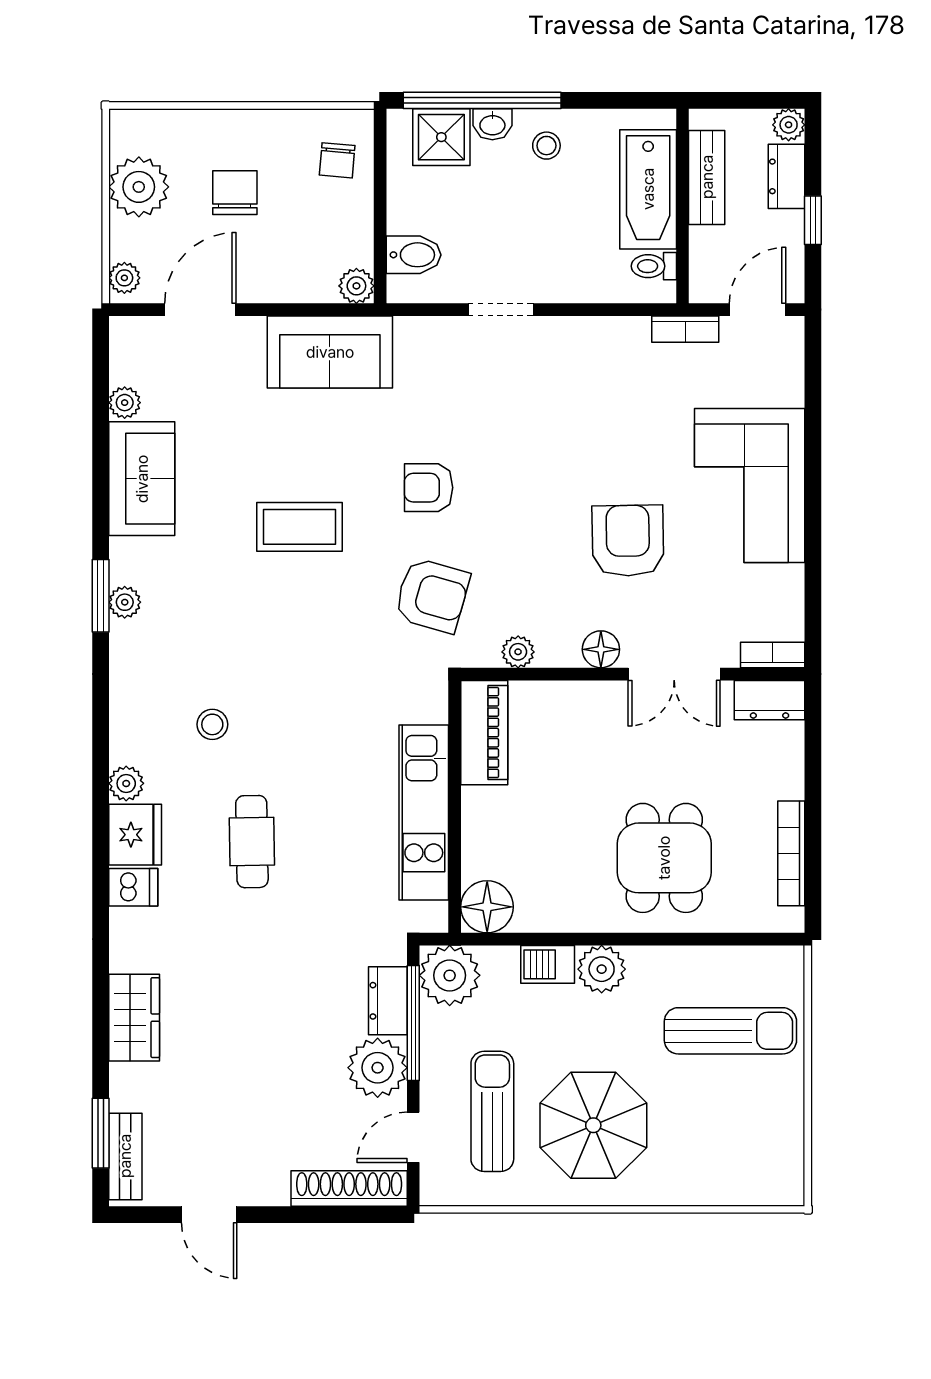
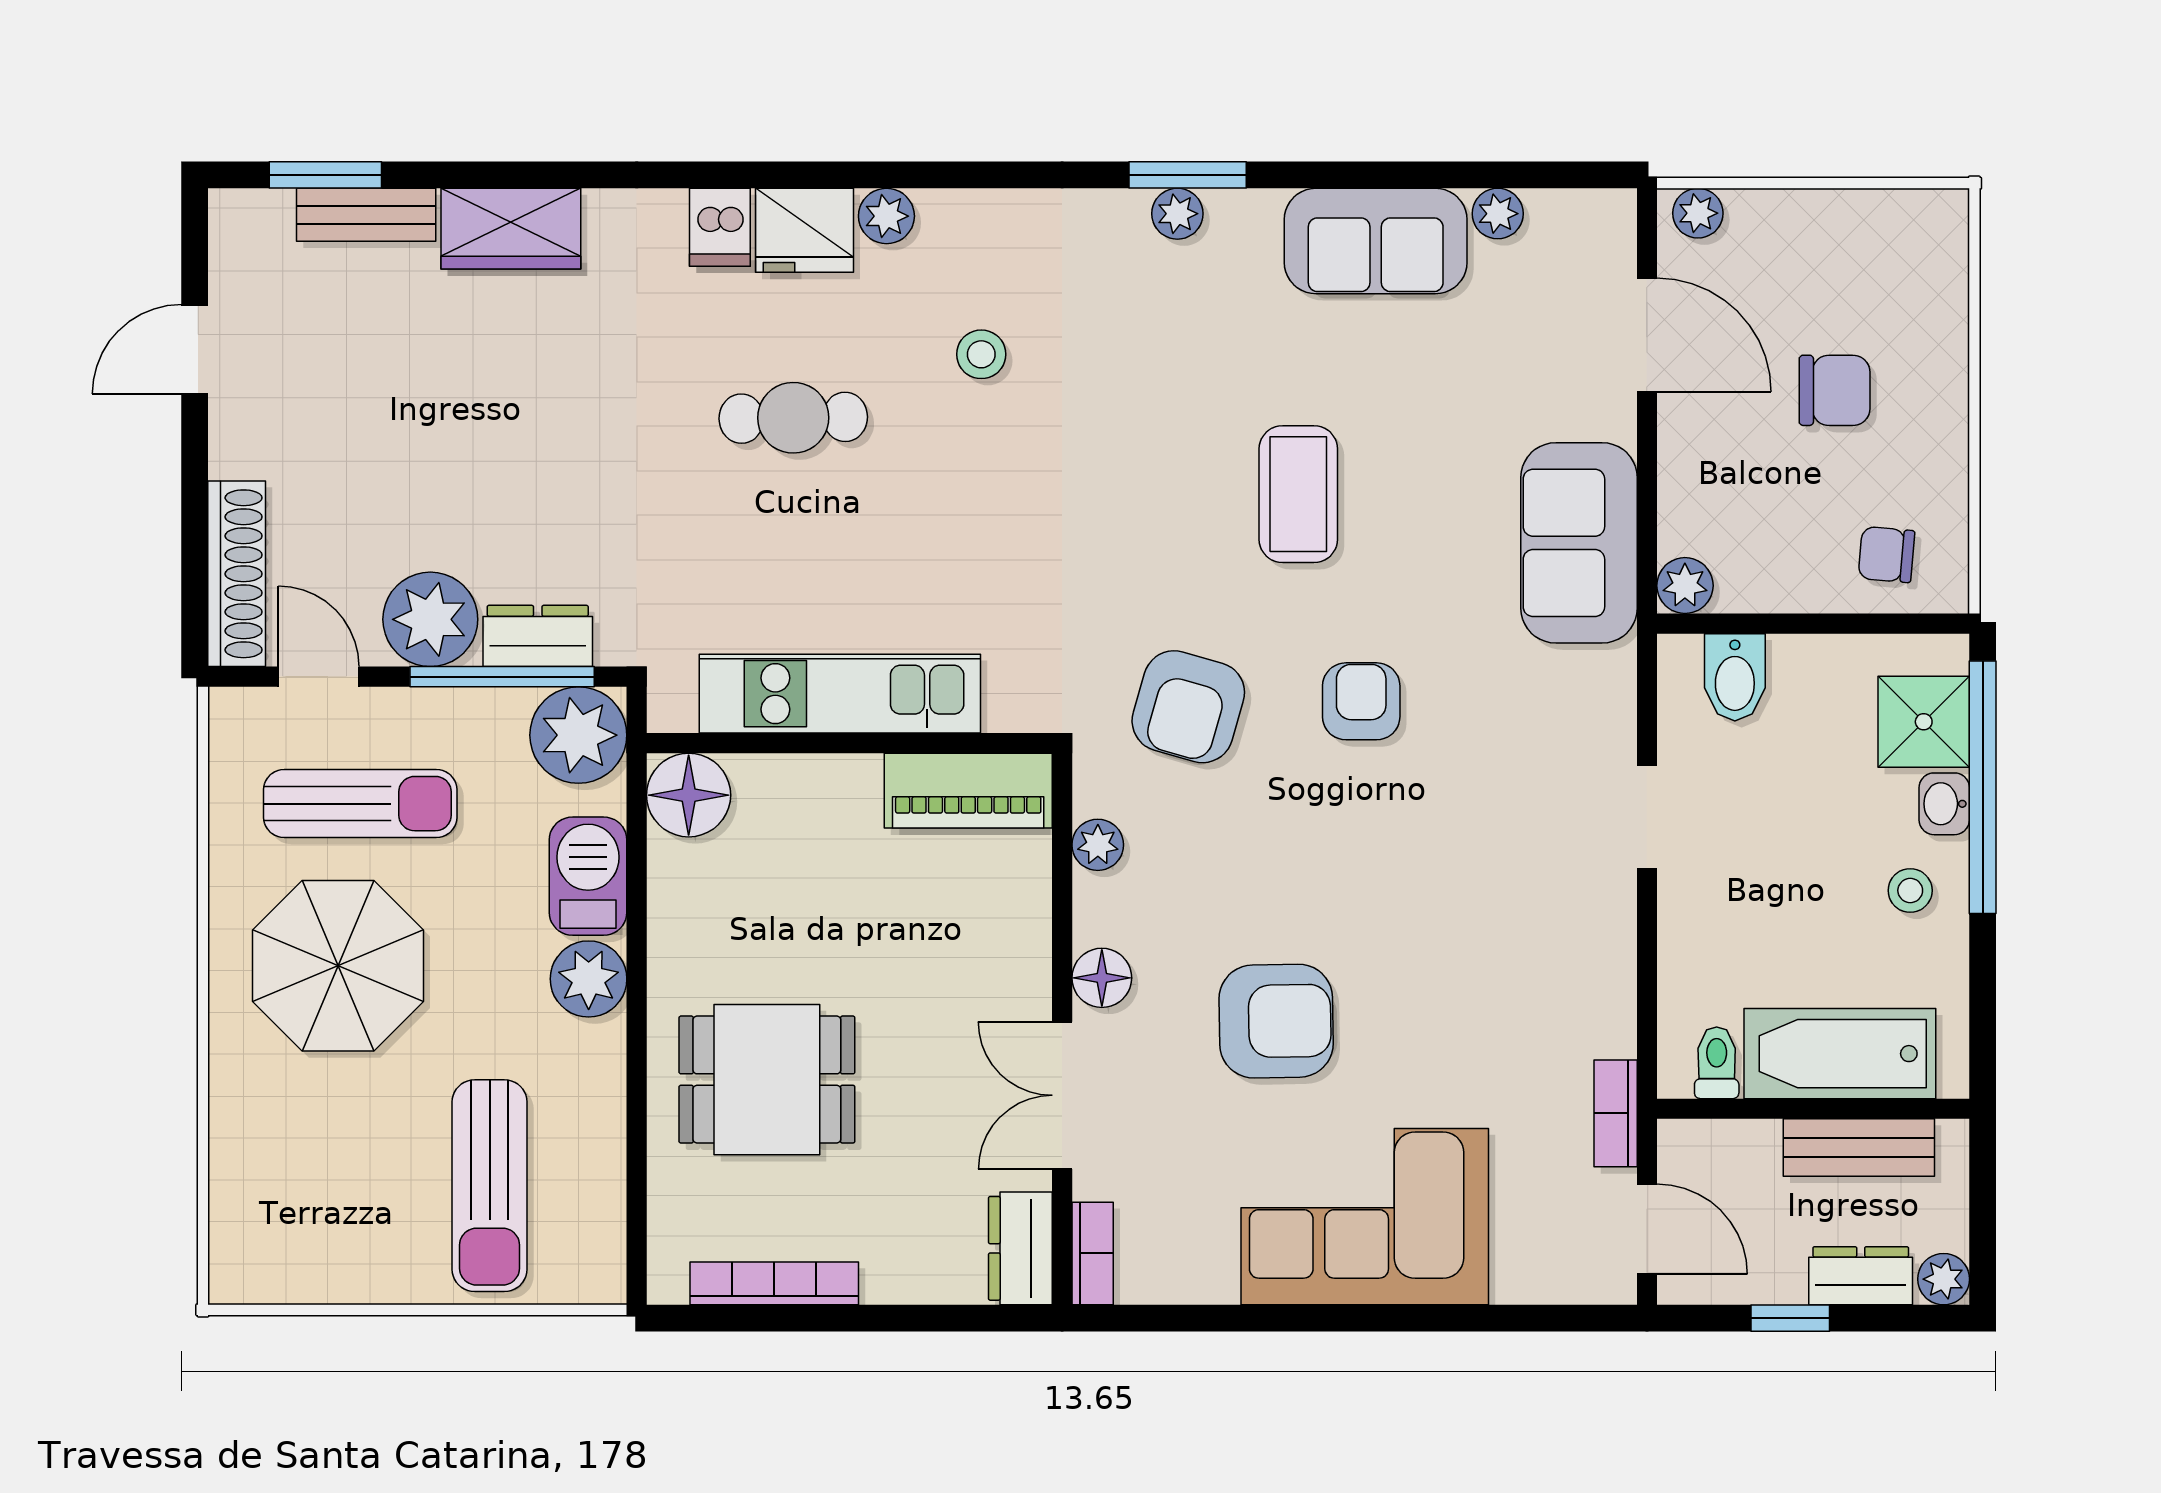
plant: (139, 187) -> (1844, 236), removed
barbecue: (548, 964) -> (588, 876), width x1.38, depth x1.27
bench: (125, 1156) -> (366, 215), moved

